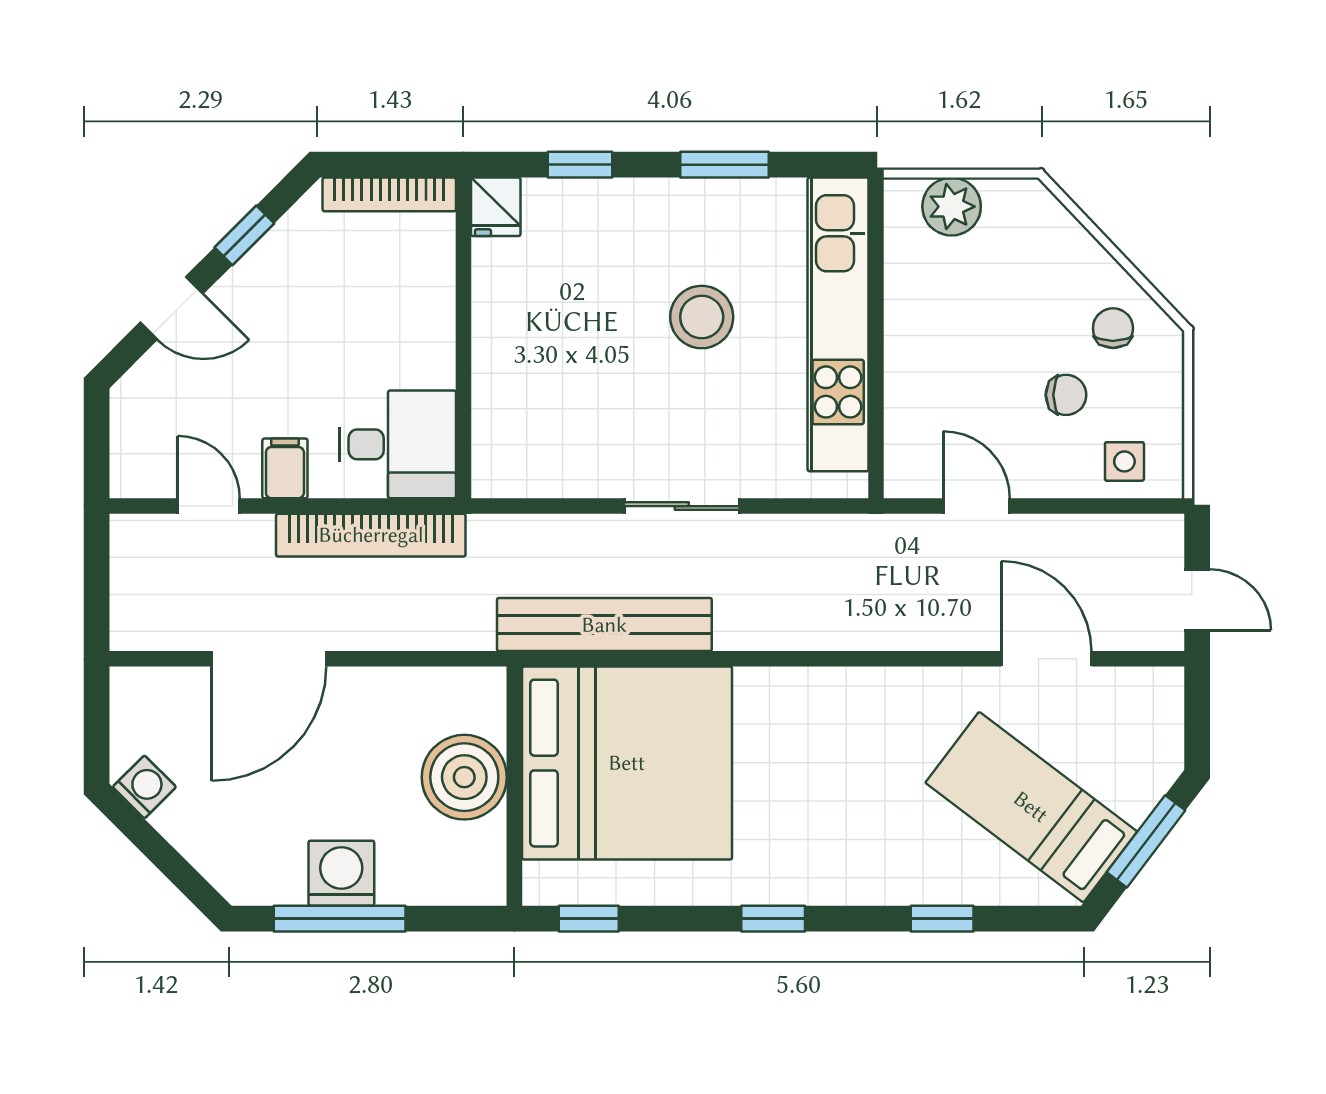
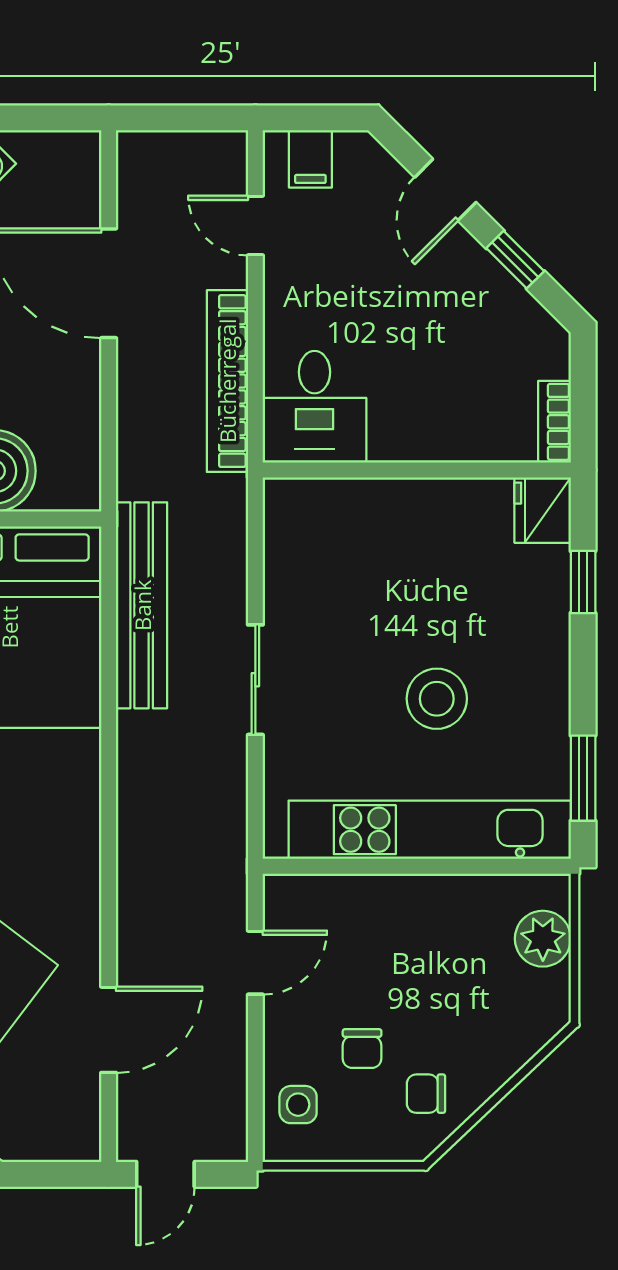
window: (725, 165) -> (583, 778), moved
bookcase: (389, 194) -> (554, 422), width x0.64
fridge: (496, 207) -> (543, 510), width x1.38
chair: (1113, 328) -> (426, 1094), turned 180
filing cabinet: (285, 468) -> (310, 159), moved, turned 90
door: (209, 506) -> (255, 226), swing flipped

